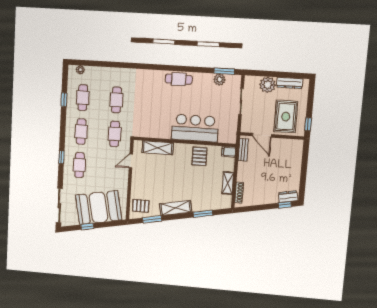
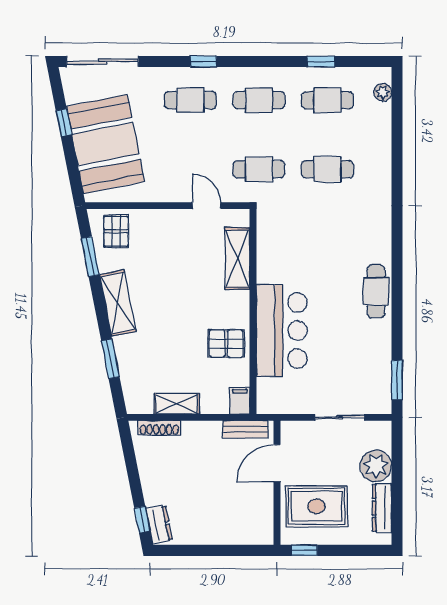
plant: (219, 80) -> (380, 372), removed

